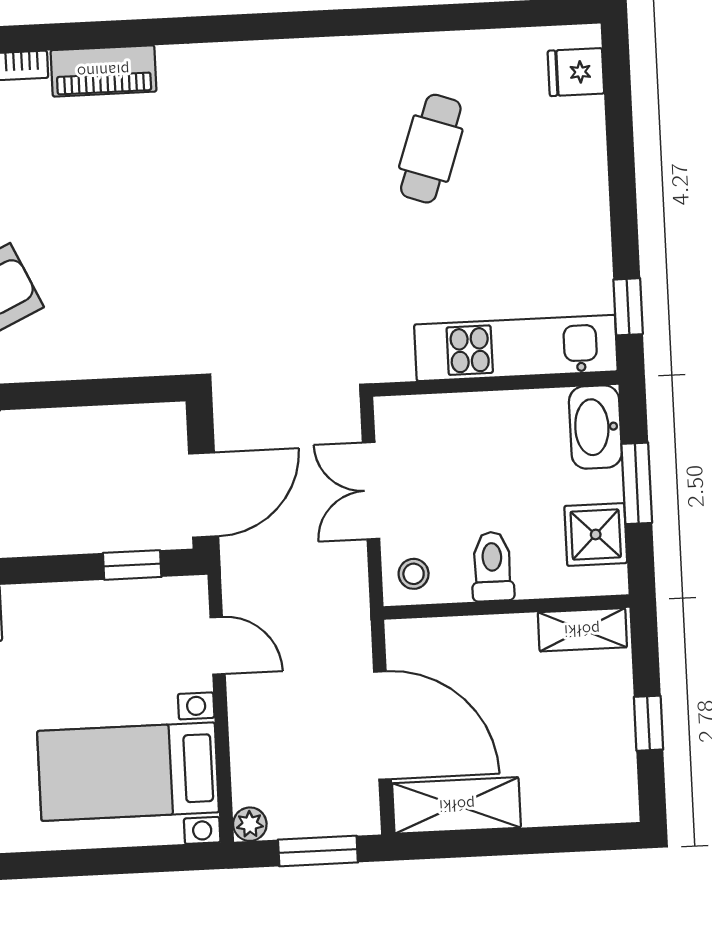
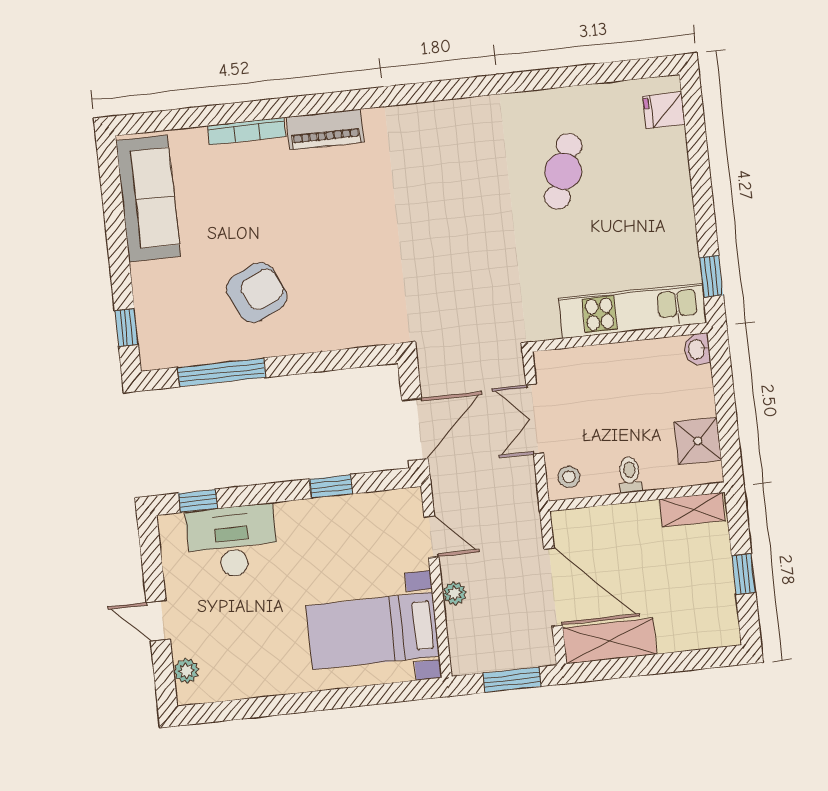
washbasin: (595, 427) -> (697, 349), width x0.52, depth x0.69
window: (637, 483) -> (725, 402), removed
window: (132, 565) -> (331, 486), moved
toilet: (492, 567) -> (630, 475), width x0.73, depth x0.72
plant: (250, 824) -> (455, 593), moved

